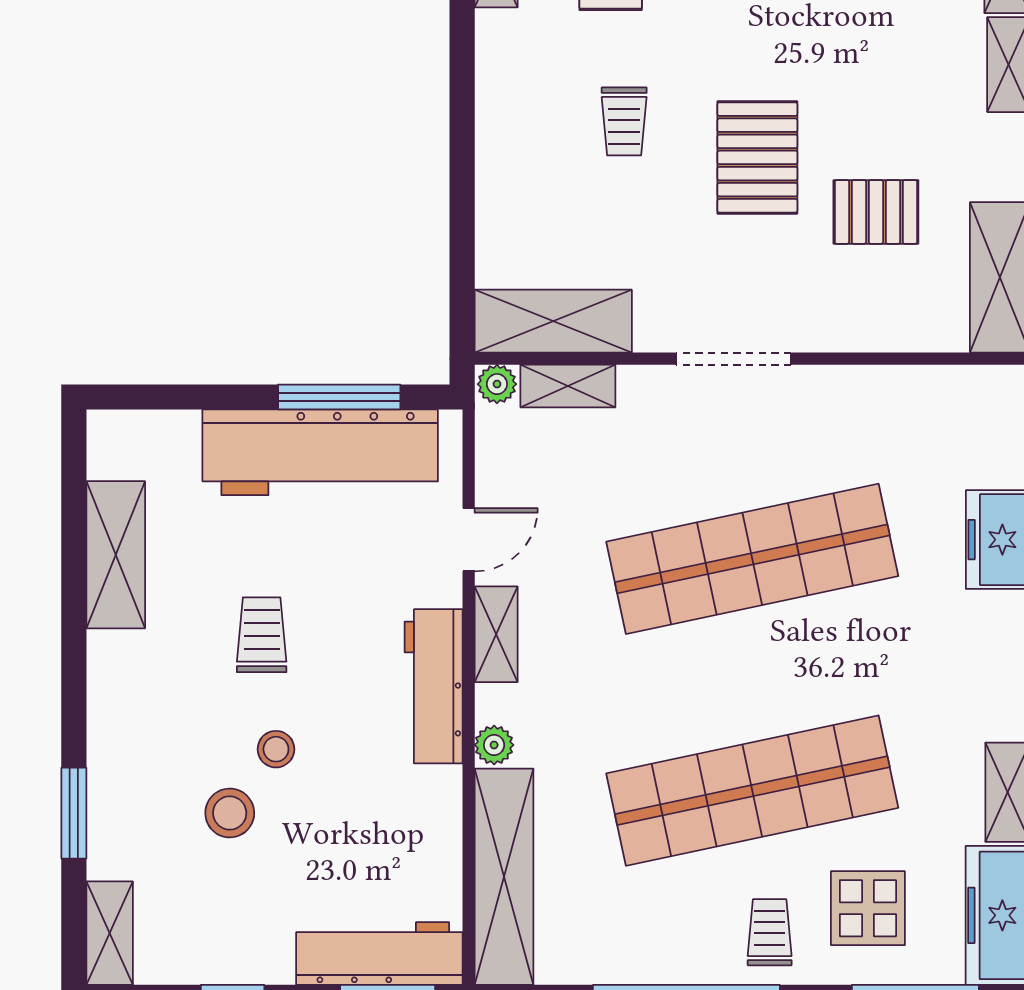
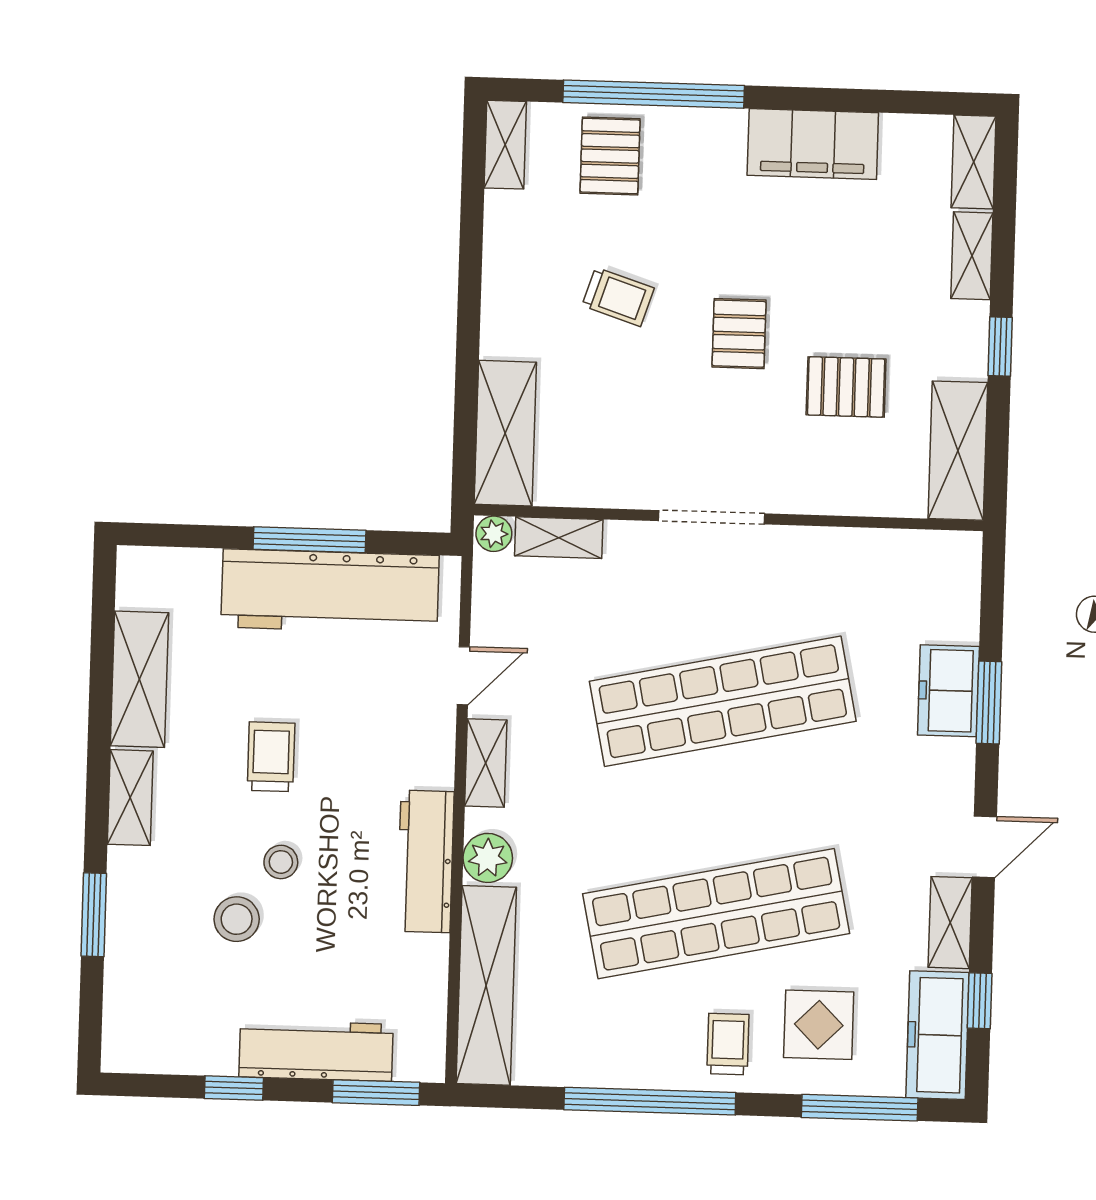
trolley: (624, 121) -> (618, 297), turned -72
pallet: (757, 157) -> (739, 334), width x0.67, depth x0.71
shelving: (553, 321) -> (505, 433), moved, turned 90
window: (339, 397) -> (309, 540), moved
workbench: (434, 686) -> (425, 861), moved
plant: (494, 745) -> (488, 858), width x1.38, depth x1.38
shelving: (110, 933) -> (130, 798), moved
workbench: (379, 953) -> (316, 1051), moved

